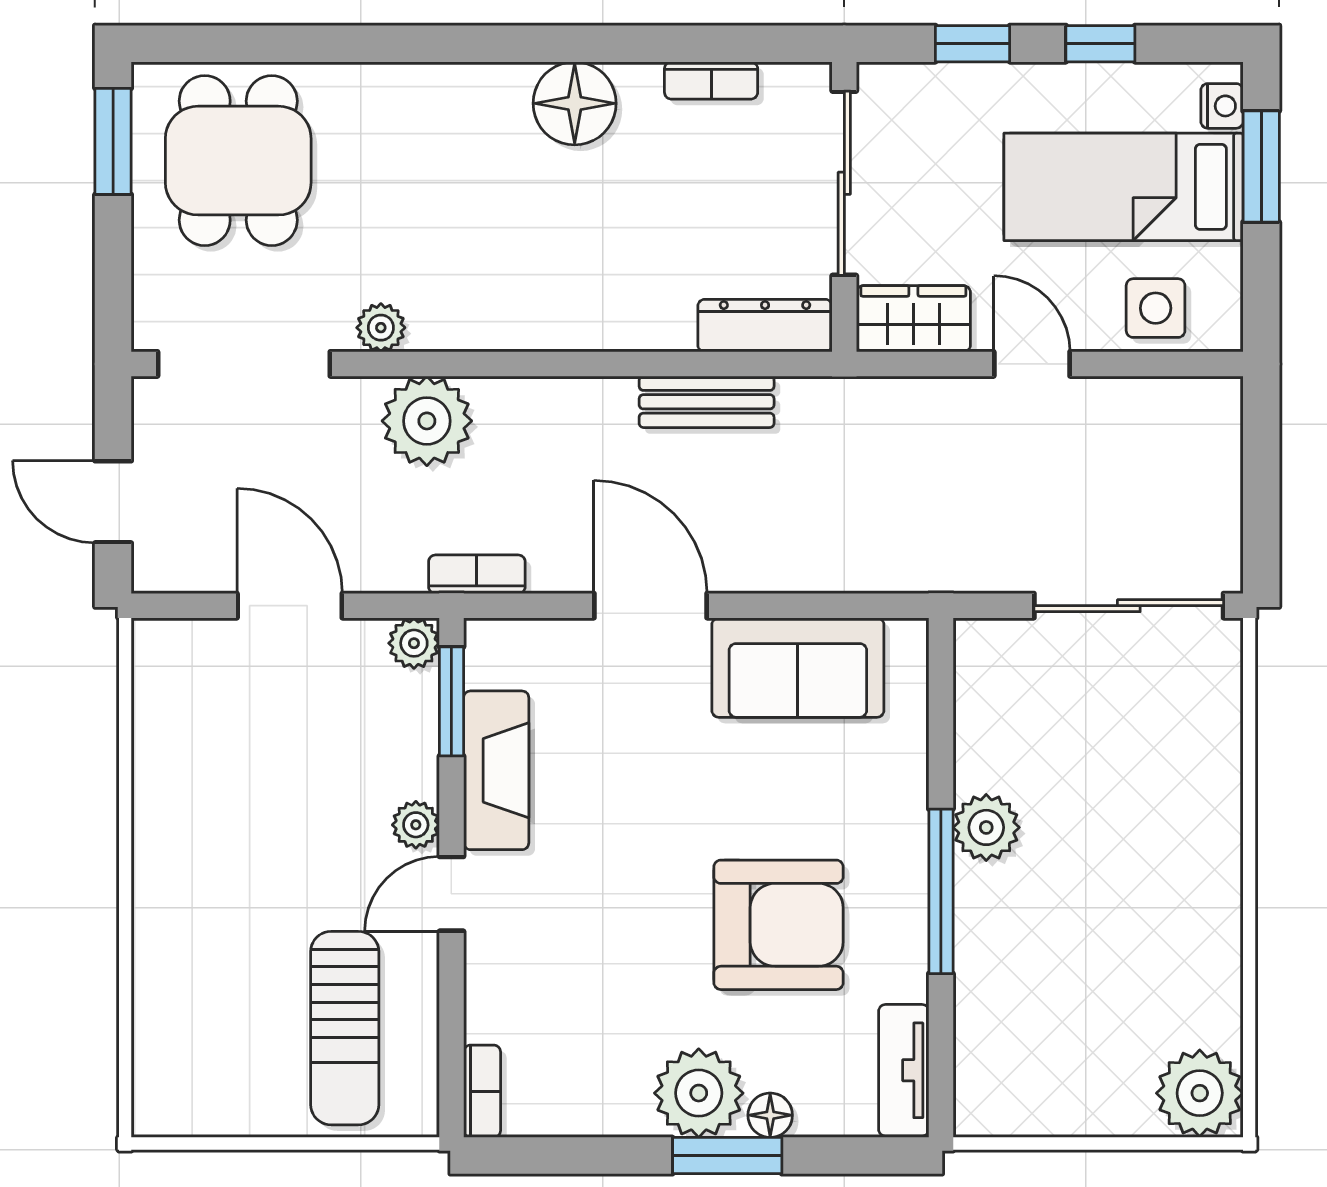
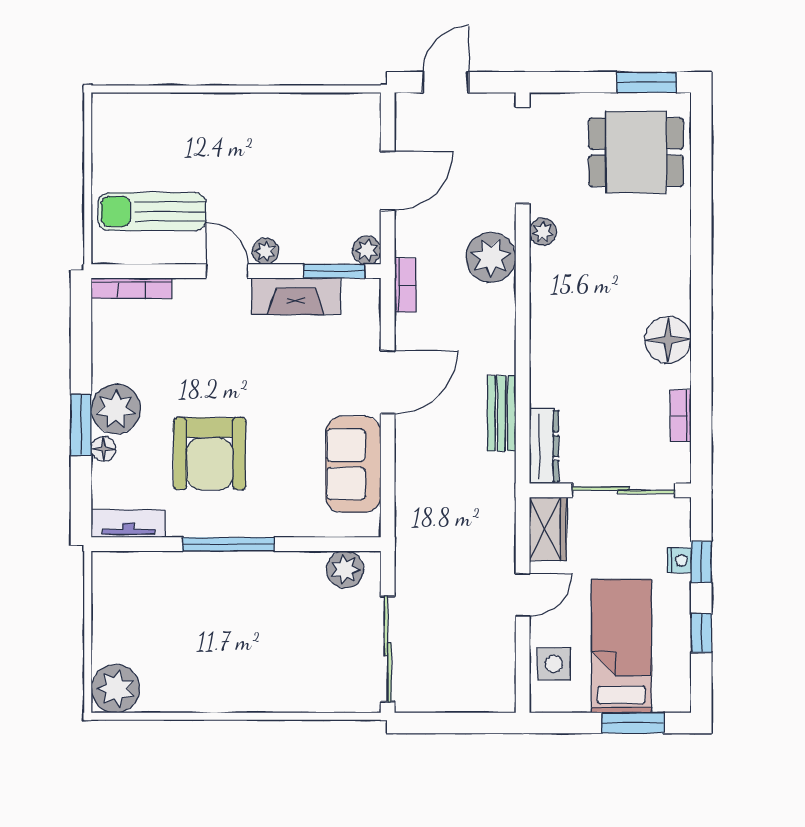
nightstand: (1222, 106) -> (679, 560), moved, turned -90
plant: (986, 827) -> (345, 569), moved
bookcase: (482, 1091) -> (131, 288), width x1.56

